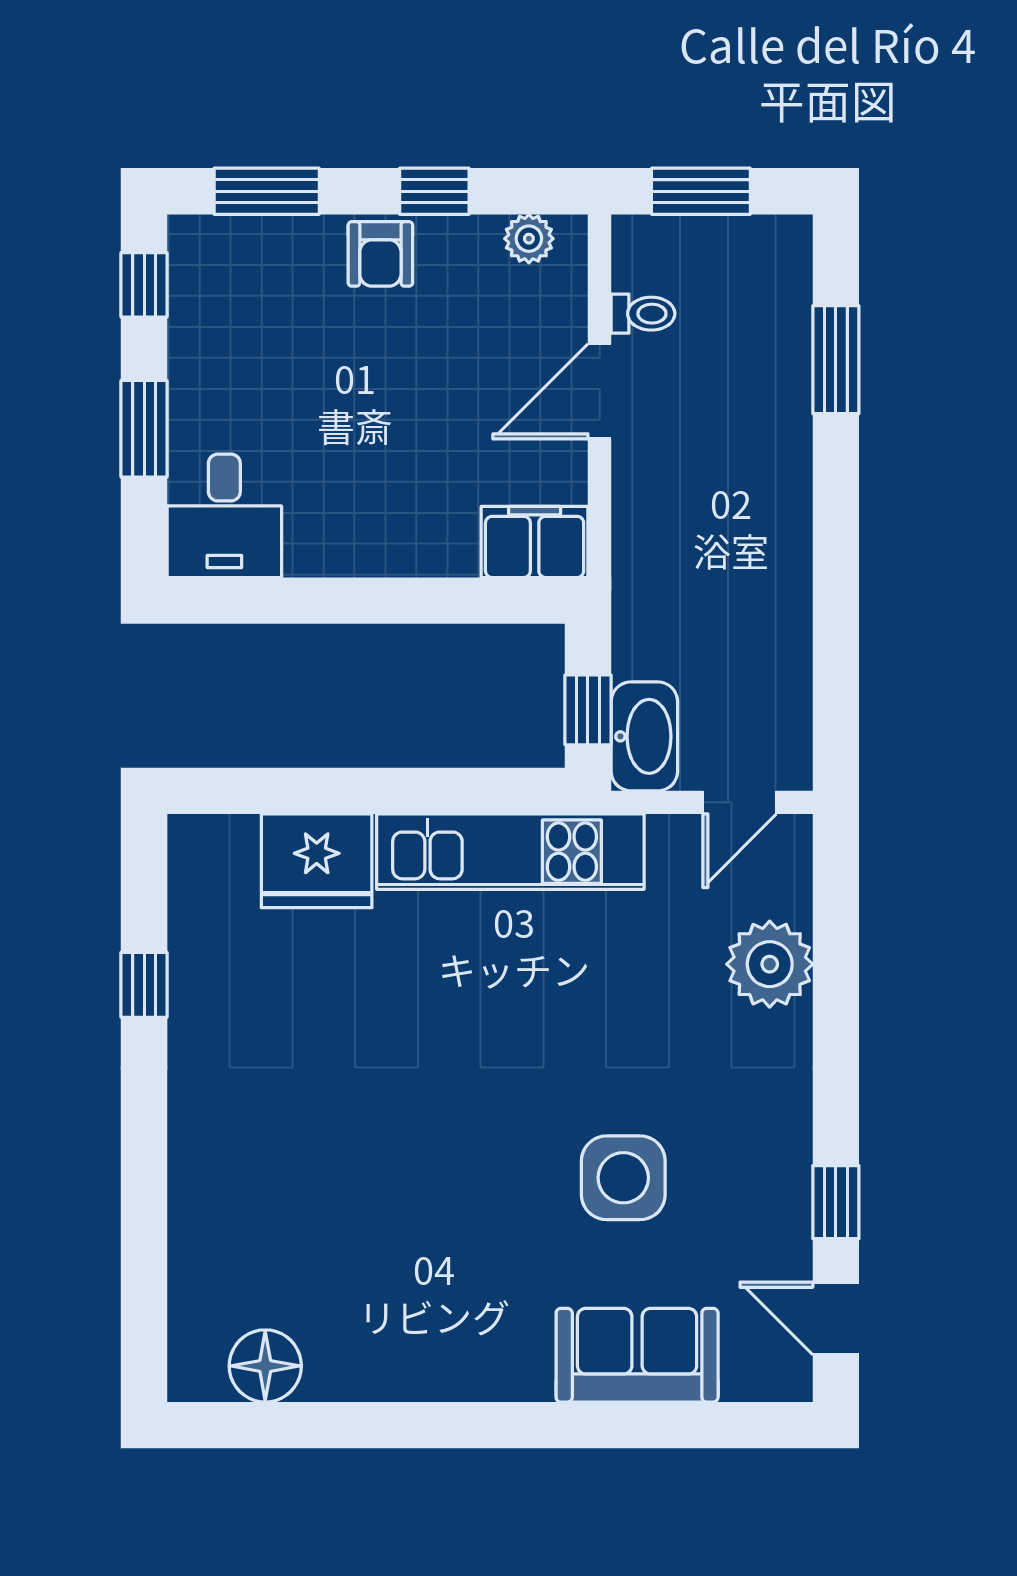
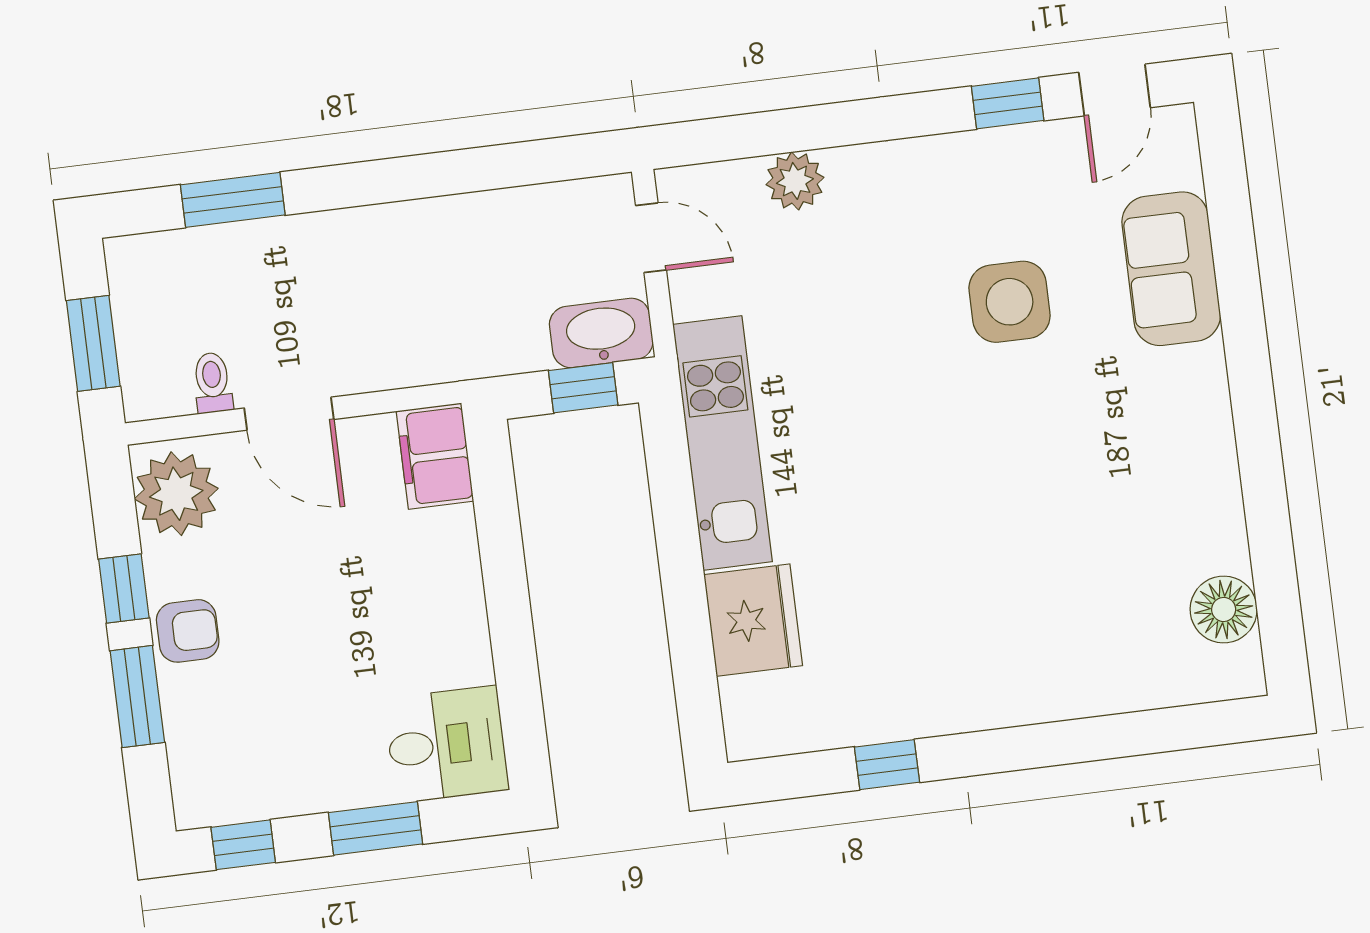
window: (267, 191) -> (137, 697), moved
plant: (529, 239) -> (176, 494), width x1.87, depth x1.87
plant: (770, 964) -> (795, 181), width x0.73, depth x0.73

